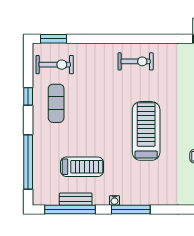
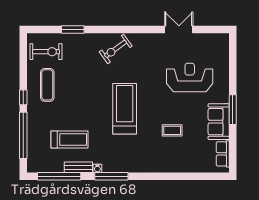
window: (54, 39) -> (73, 29), moved
exercise bike: (136, 61) -> (116, 49), turned 144
window: (28, 96) -> (23, 97), moved
bench: (76, 199) -> (78, 167), moved

